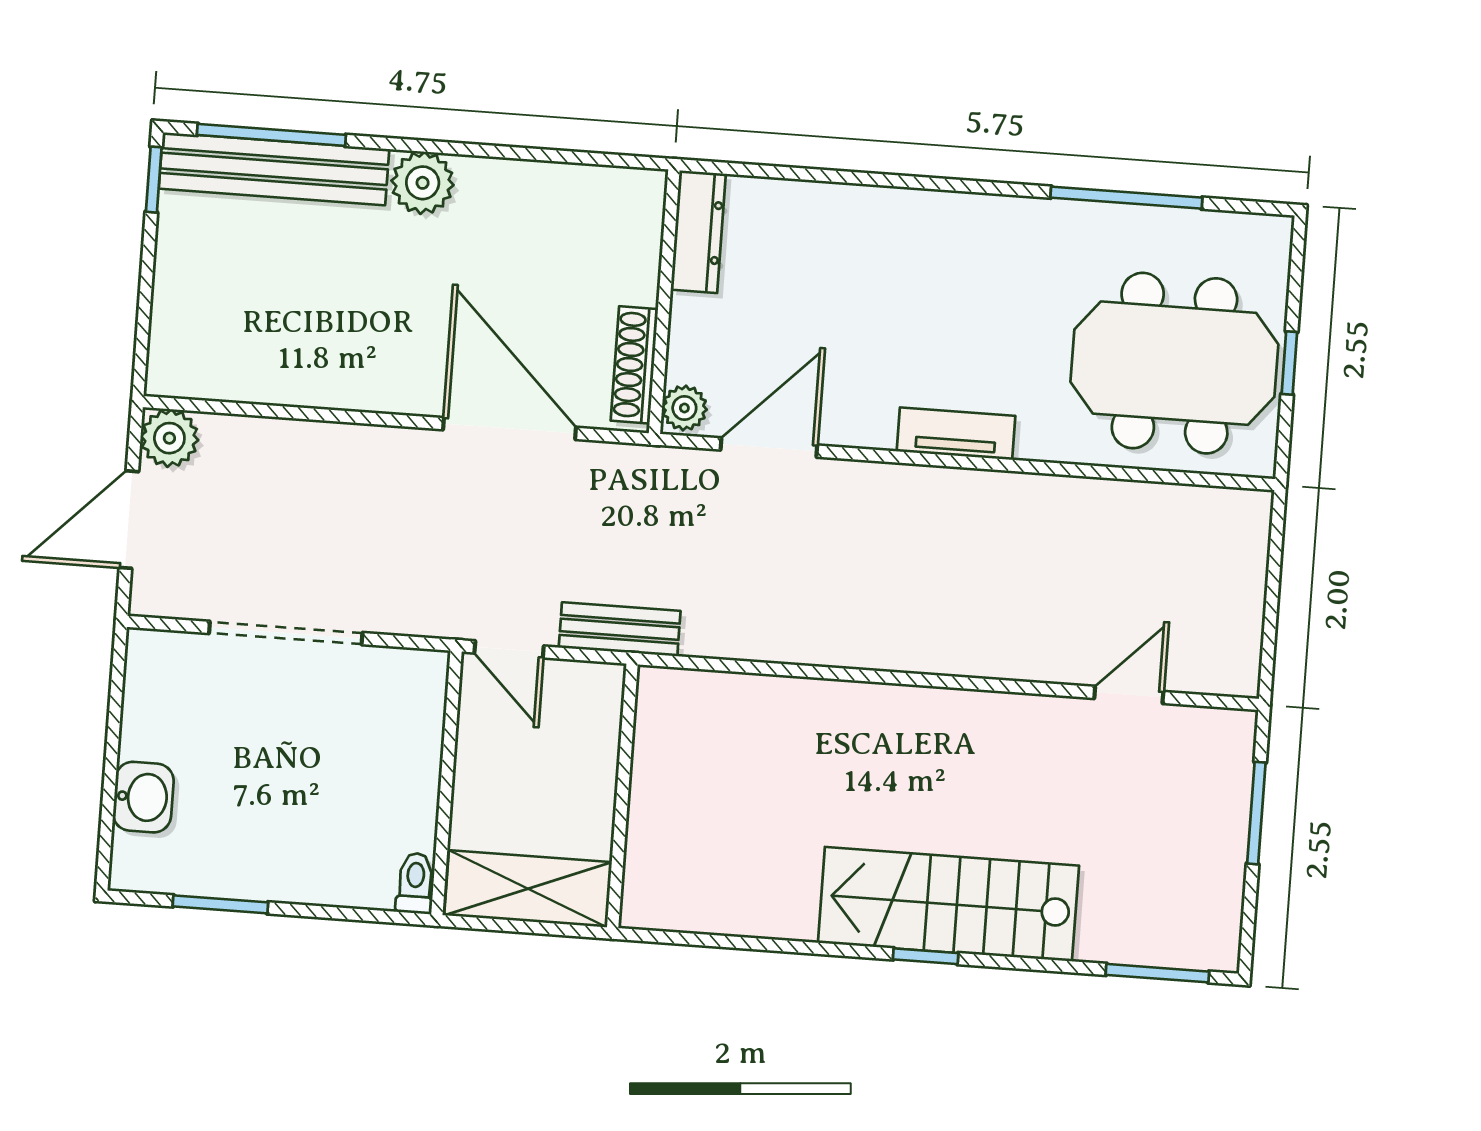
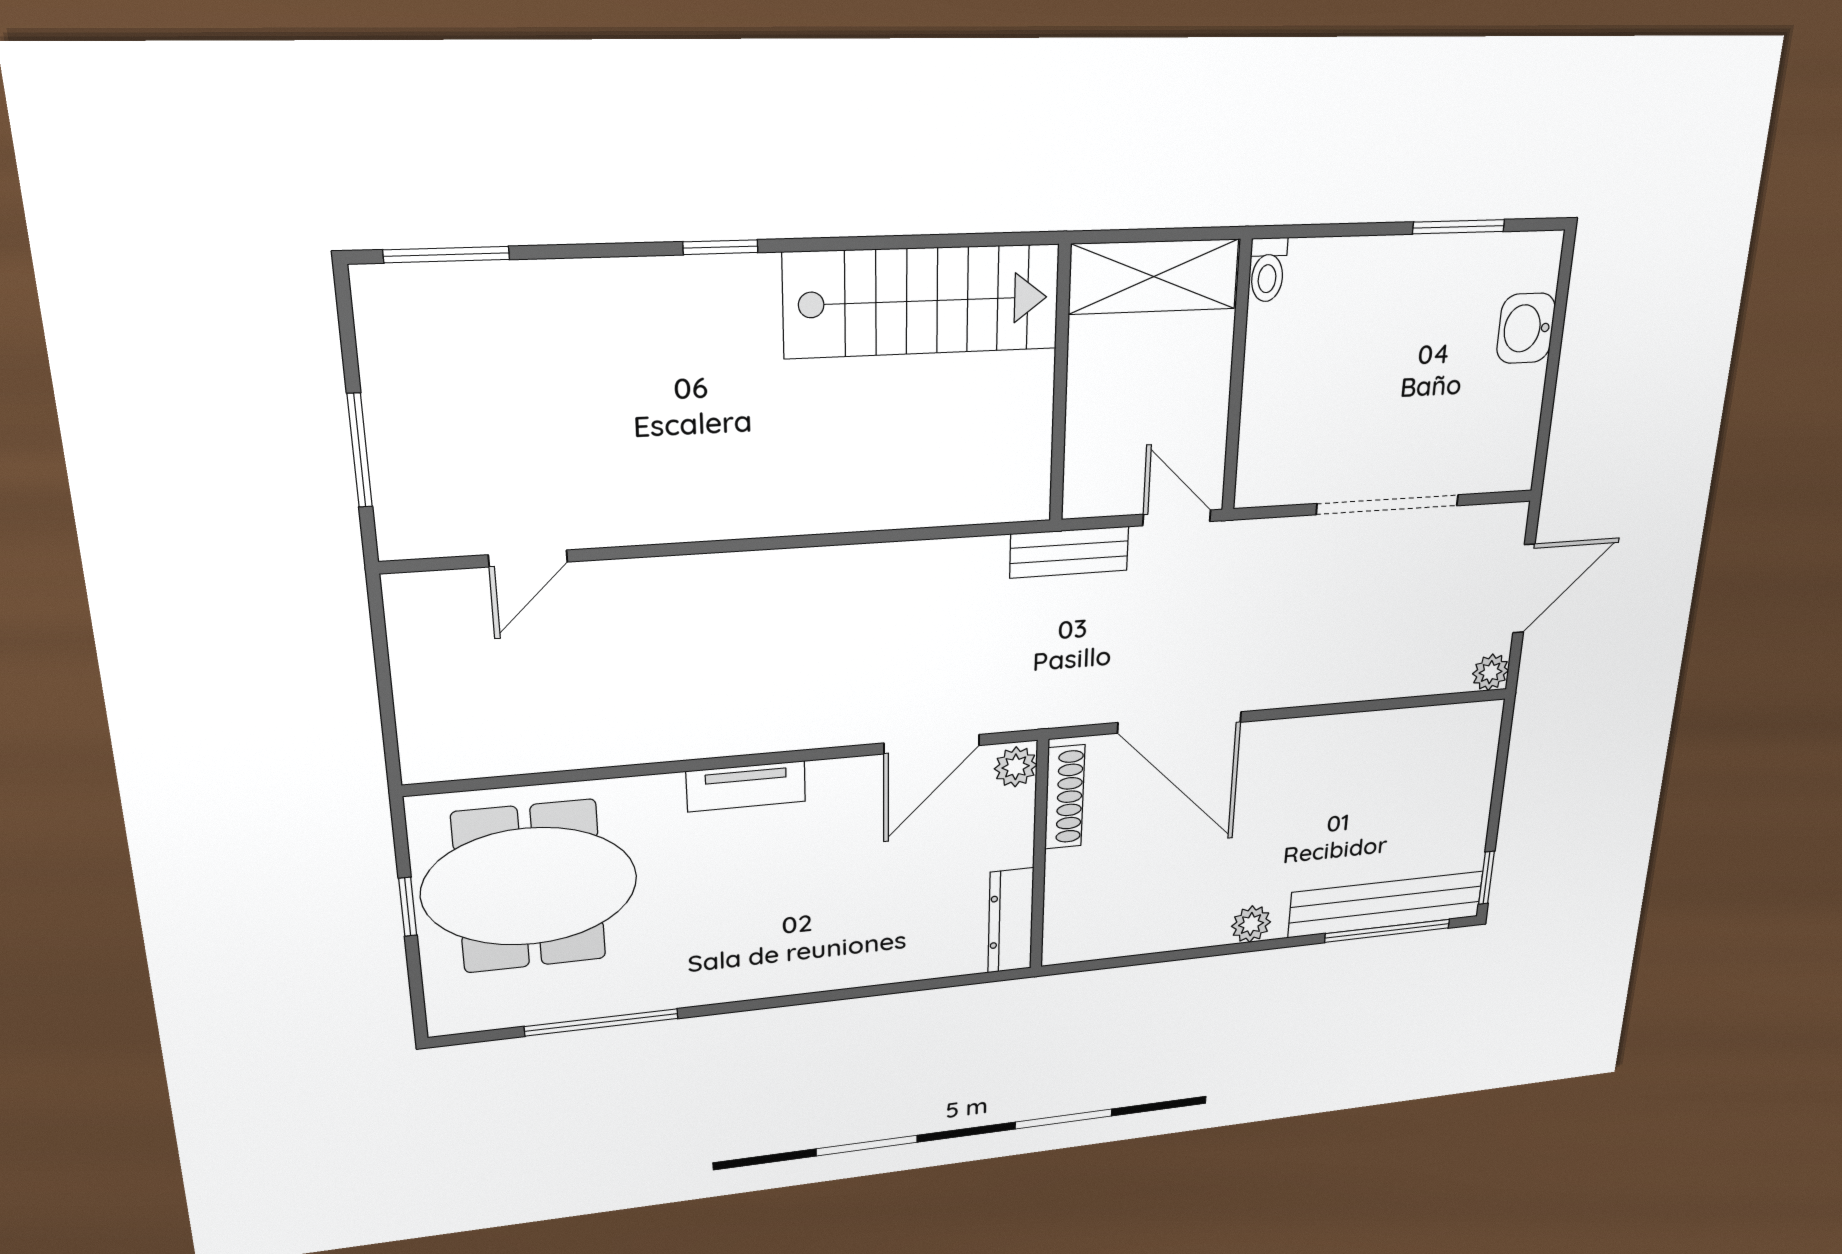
plant: (423, 183) -> (1251, 924), width x0.73, depth x0.73
plant: (169, 438) -> (1491, 672), width x0.73, depth x0.73
stairs: (948, 904) -> (922, 301), moved

